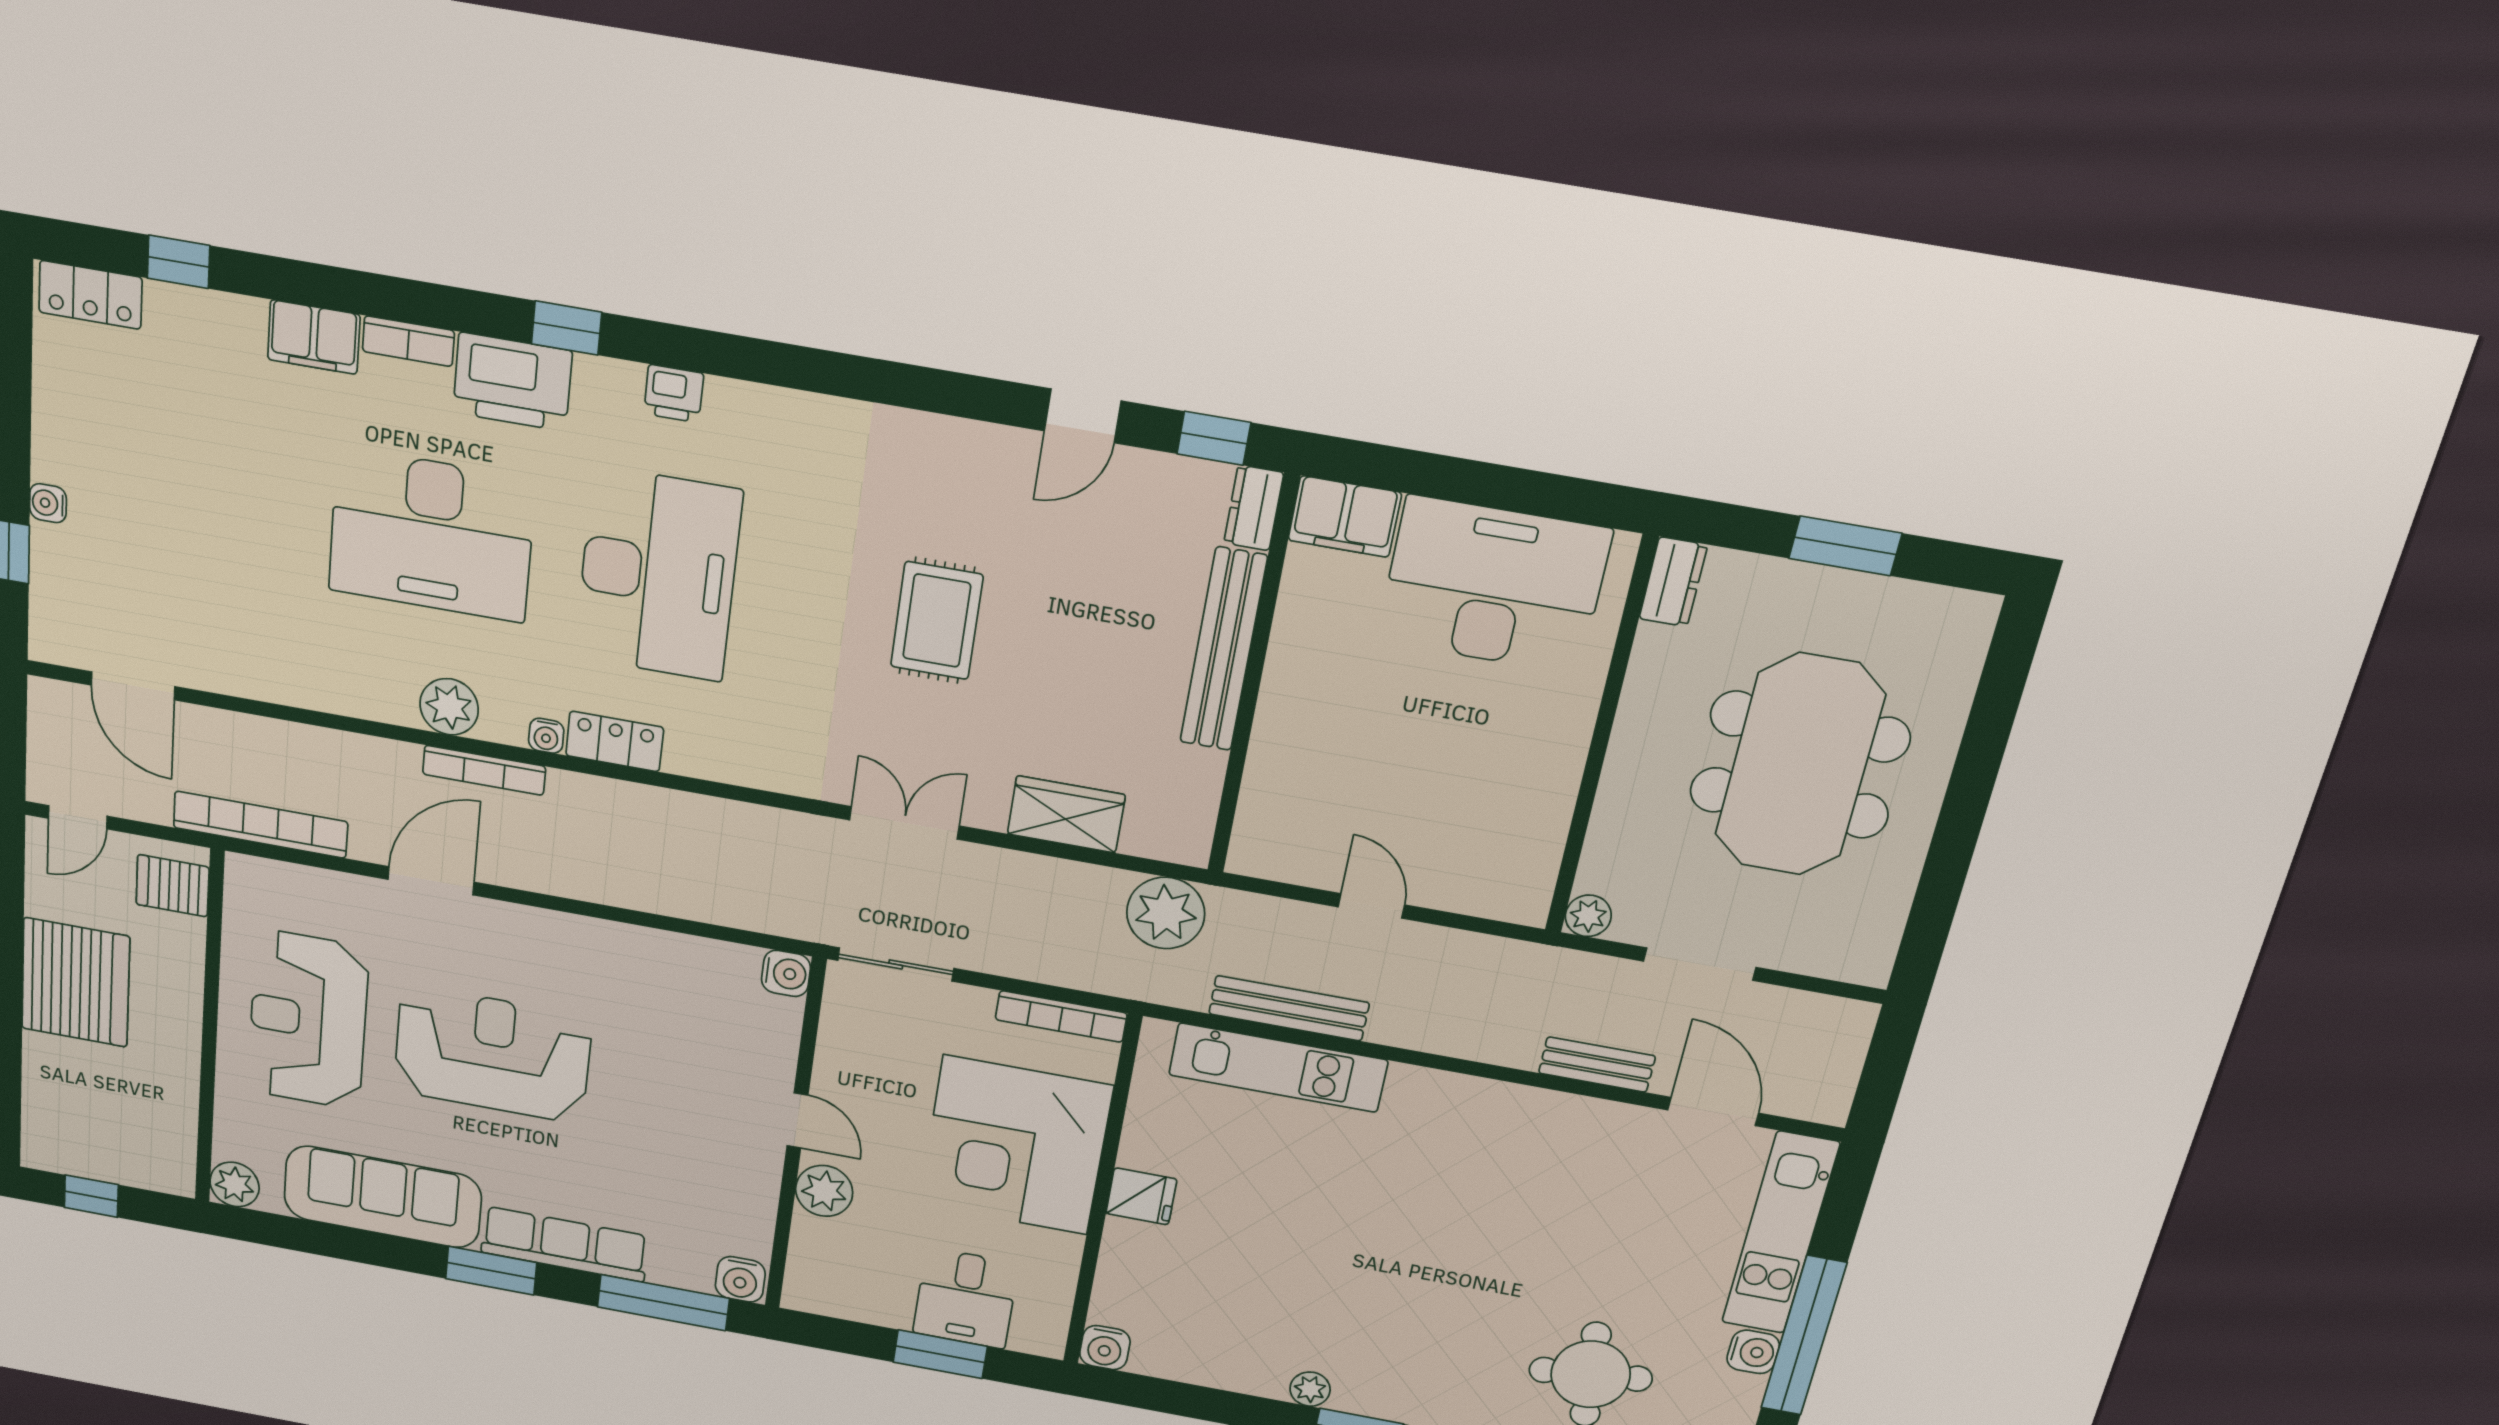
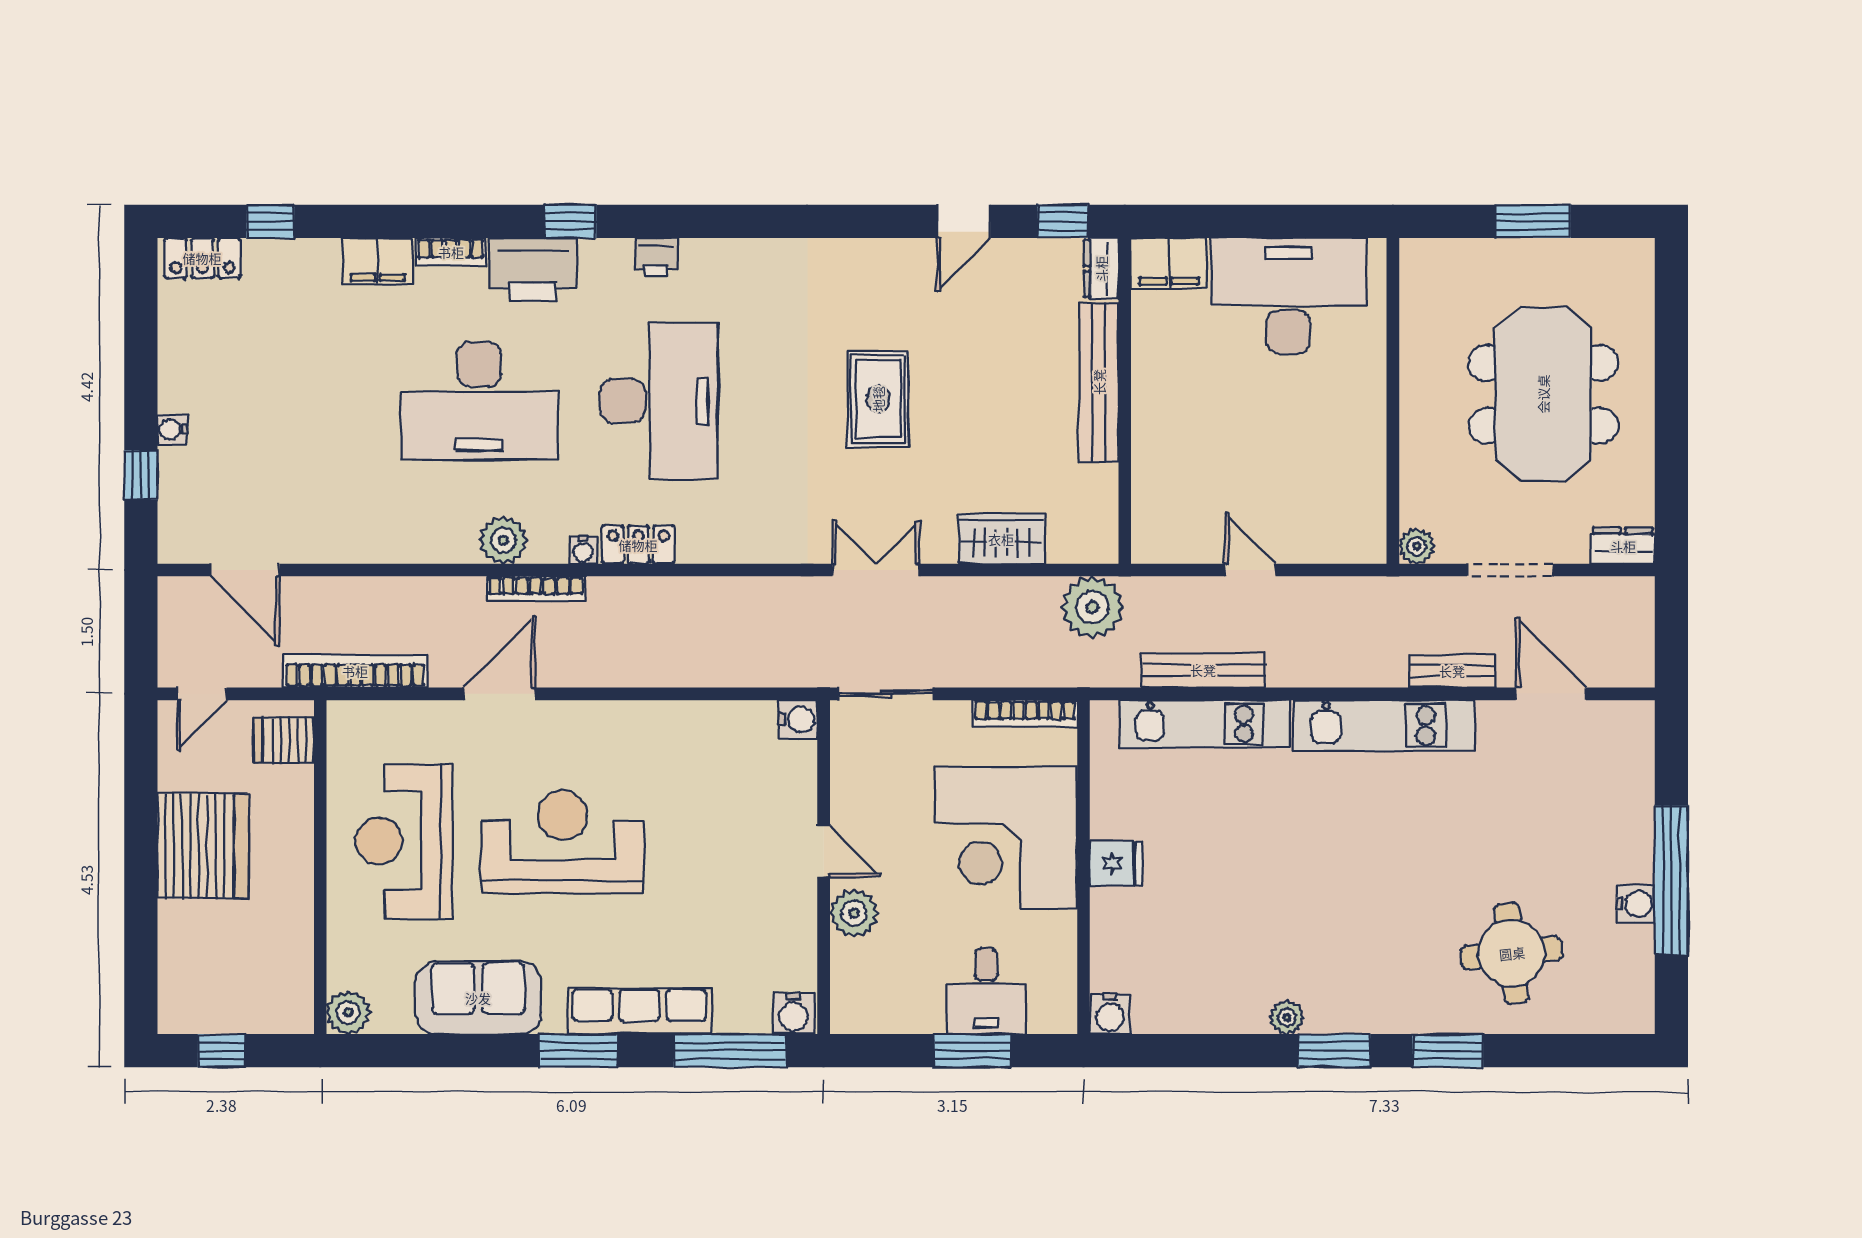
dresser: (1673, 582) -> (1623, 546), moved, turned -90
sofa: (383, 1197) -> (478, 998), width x0.73
kitchen unit: (1780, 1233) -> (1384, 726), moved, turned -90

